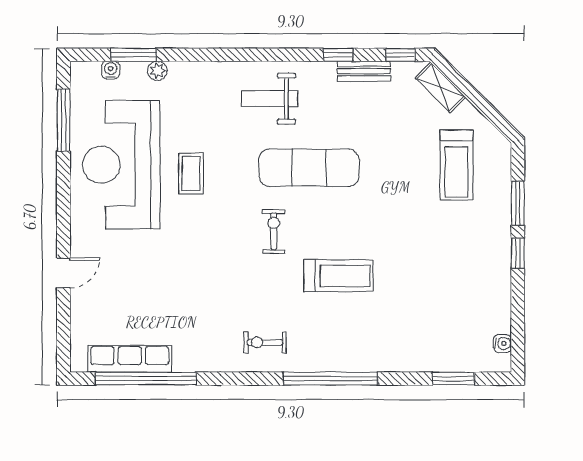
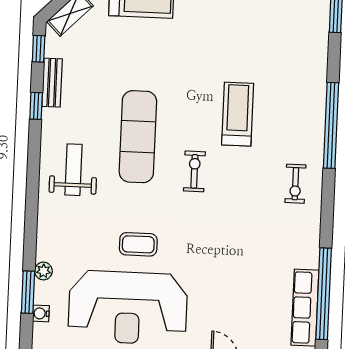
weight bench: (270, 99) -> (73, 170), turned 180
exercise bike: (274, 231) -> (194, 171), turned 90

